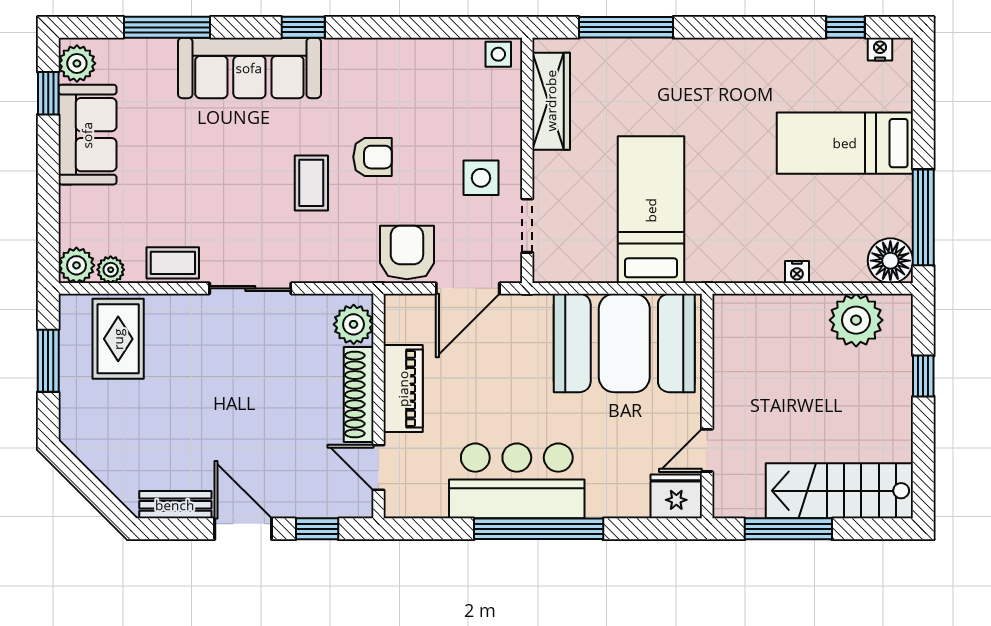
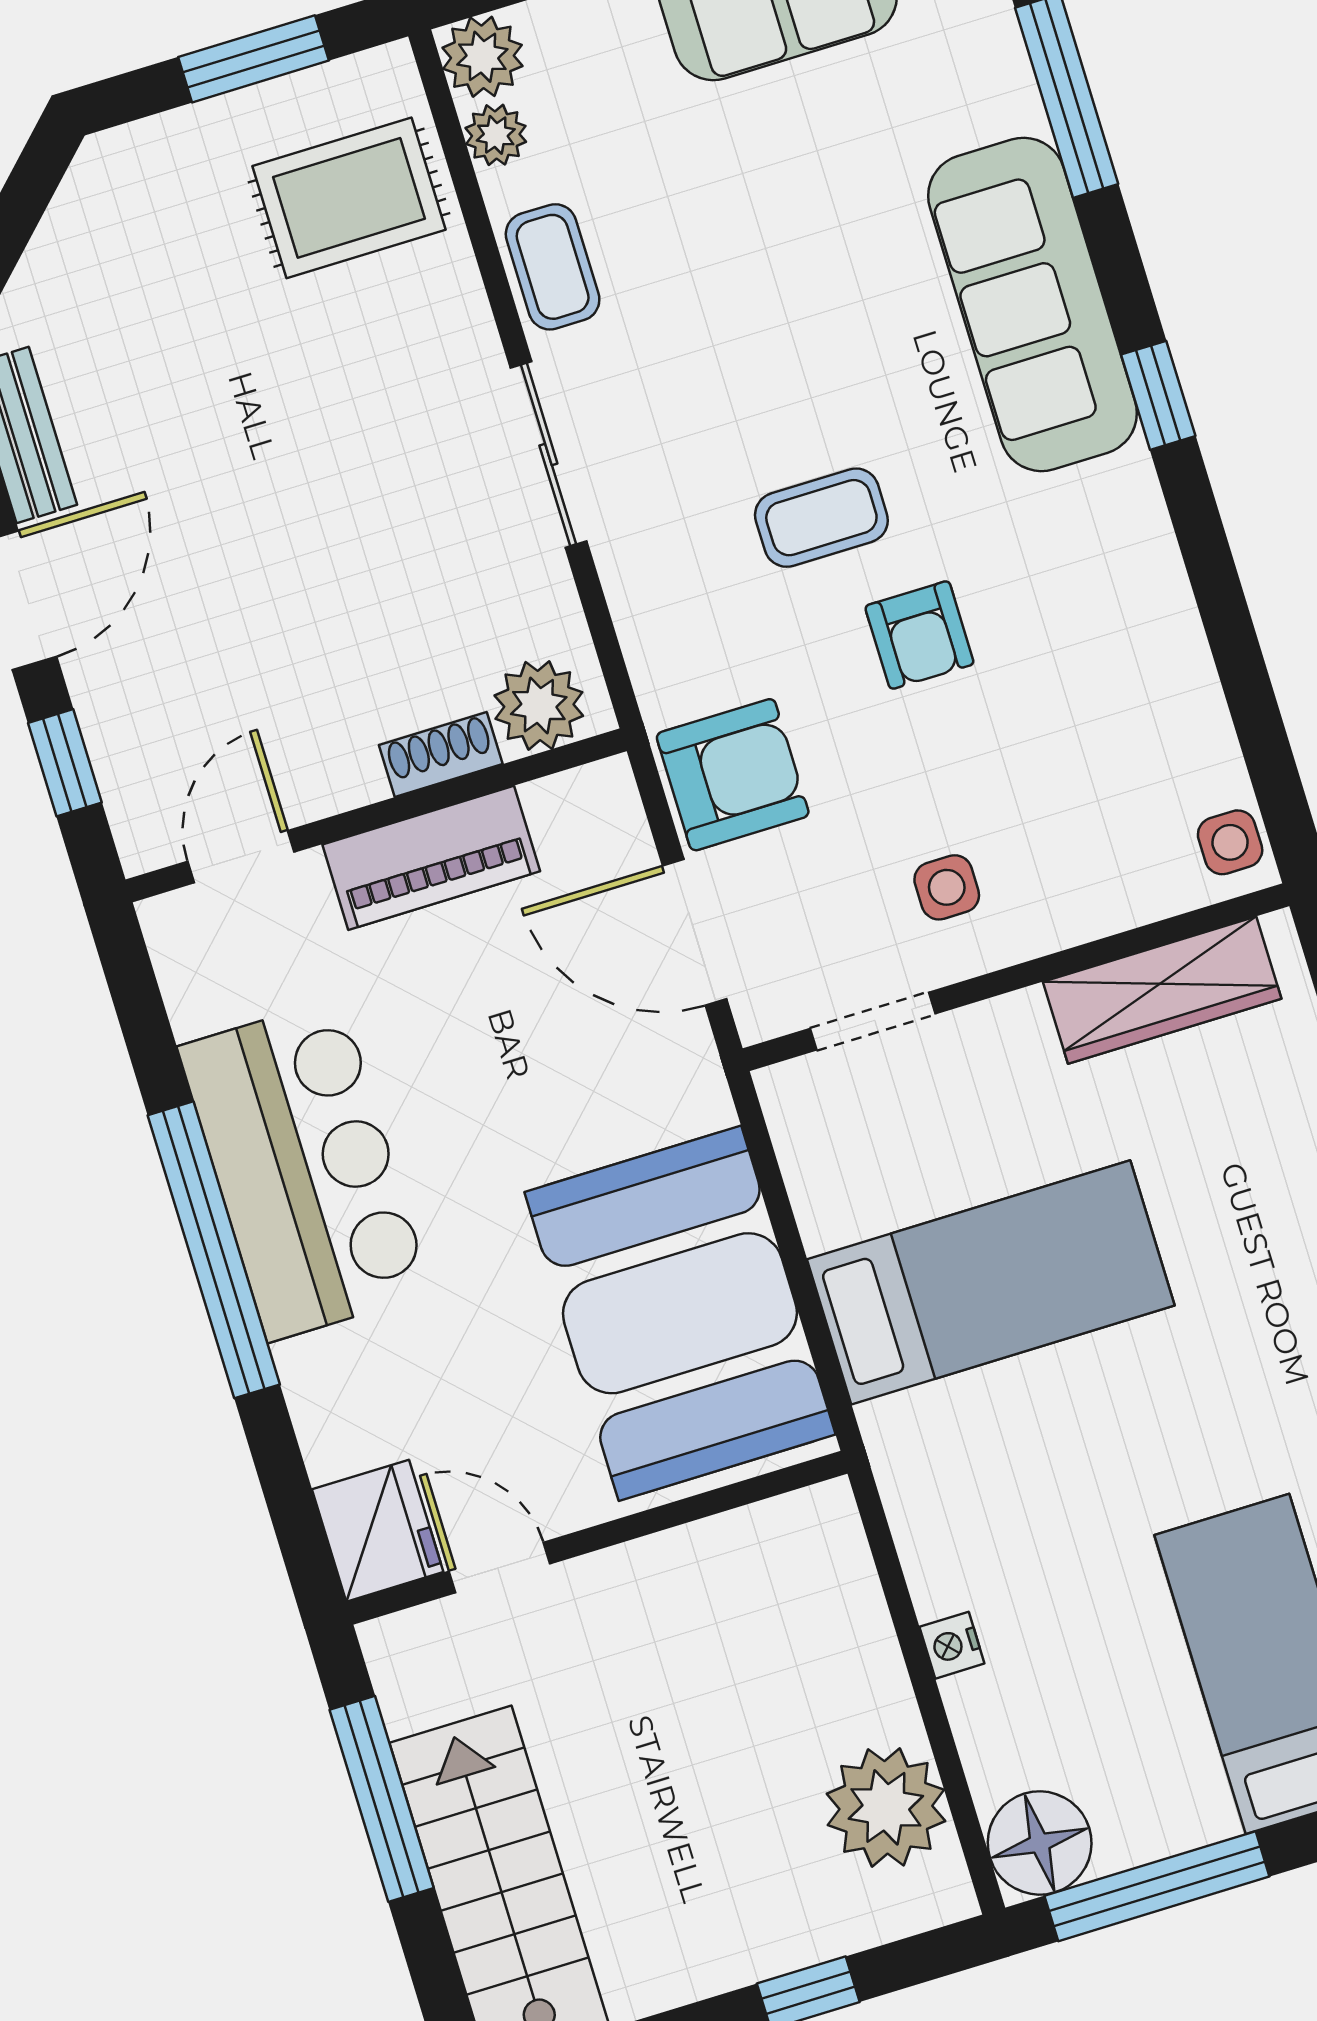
side table: (481, 178) -> (947, 887), width x0.73, depth x0.73
shoe rack: (359, 395) -> (441, 755), width x0.51, depth x0.81

